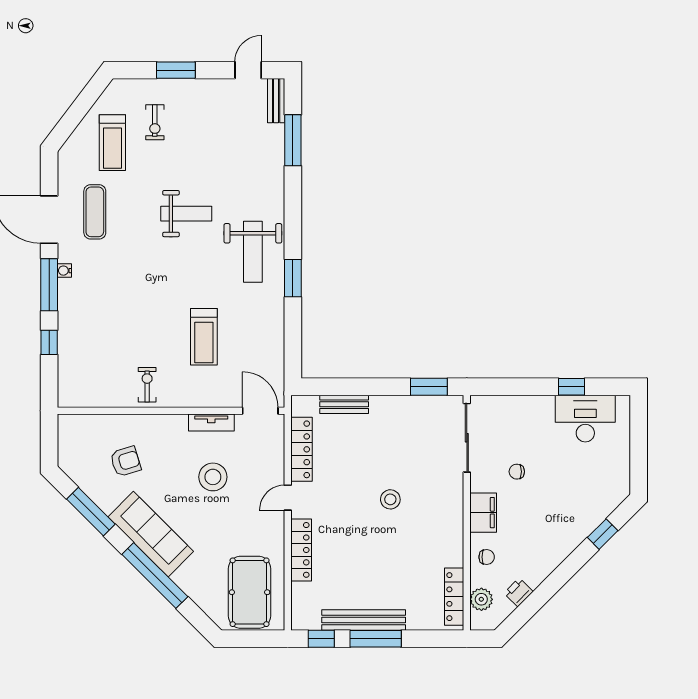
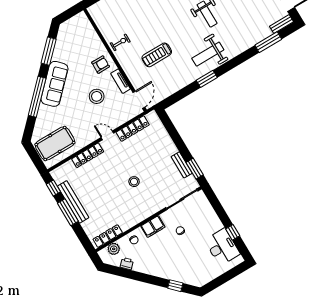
bench: (344, 404) -> (182, 165), moved
armchair: (125, 461) -> (101, 65), moved, turned -73

